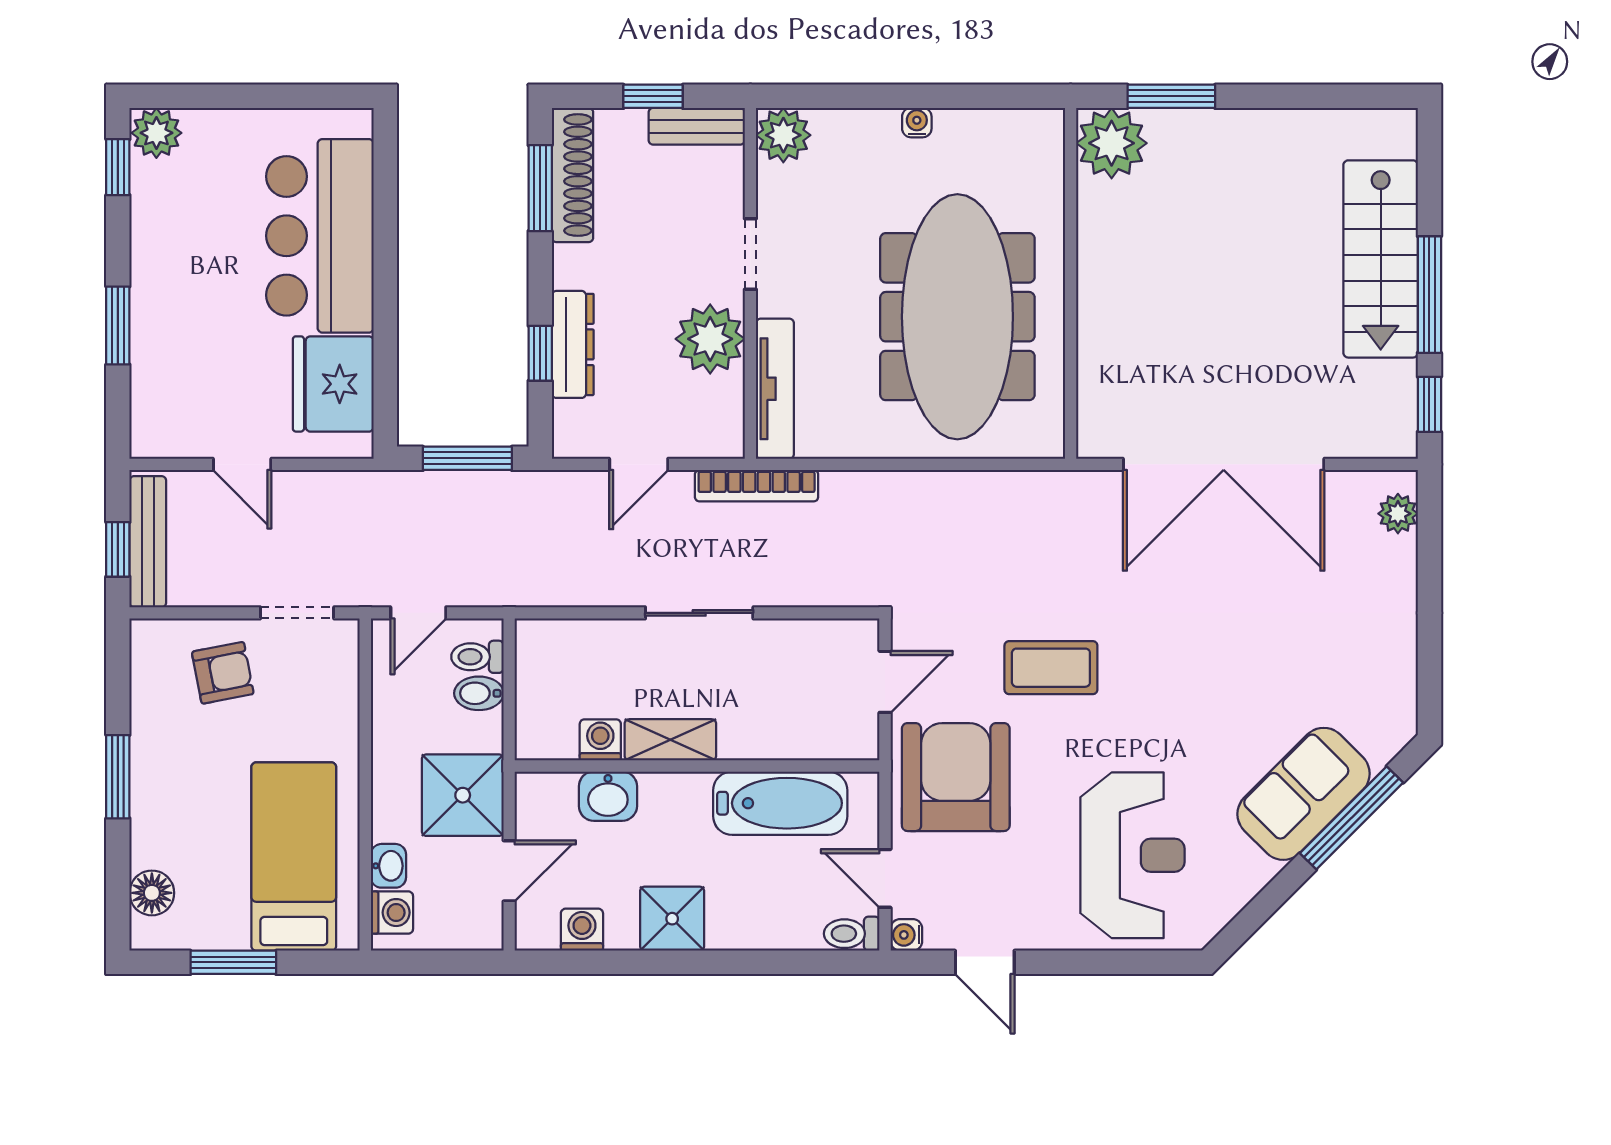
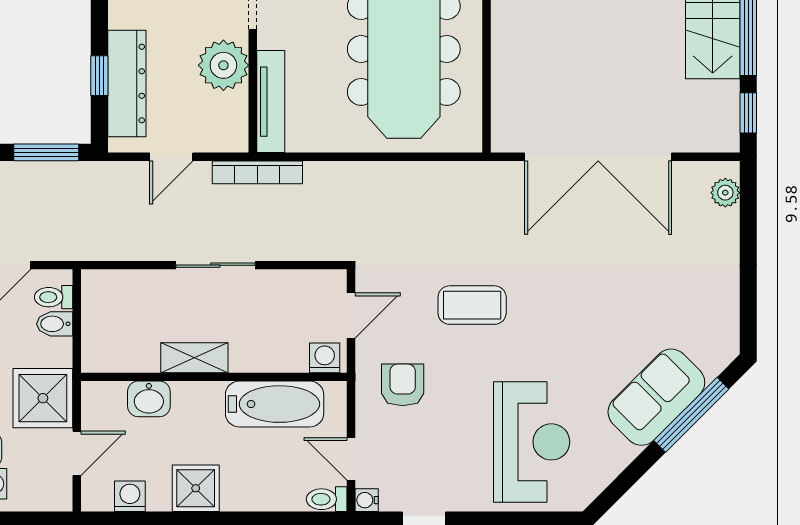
dresser: (573, 344) -> (127, 84), width x1.37, depth x1.24
washing machine: (600, 740) -> (325, 358), moved
armchair: (956, 777) -> (403, 385), width x0.53, depth x0.53

